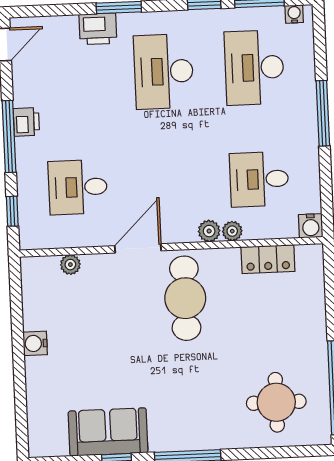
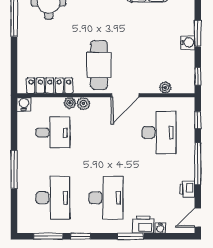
water cooler: (294, 14) -> (160, 228), moved
printer: (26, 122) -> (187, 189), moved
desk: (78, 187) -> (159, 132), width x1.37
locker: (268, 259) -> (50, 86), width x1.53
window: (16, 286) -> (198, 76), added
window: (19, 360) -> (198, 33), added

